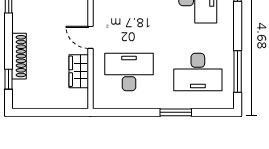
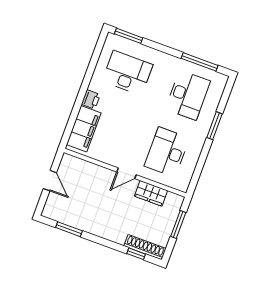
shoe rack: (19, 56) -> (145, 247), moved
window: (56, 112) -> (178, 224), added

